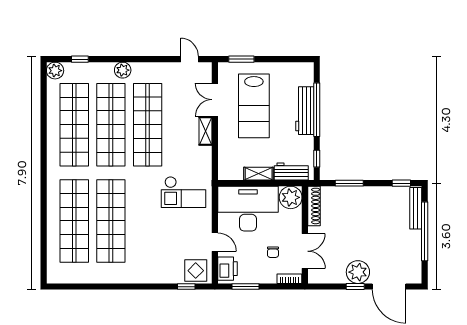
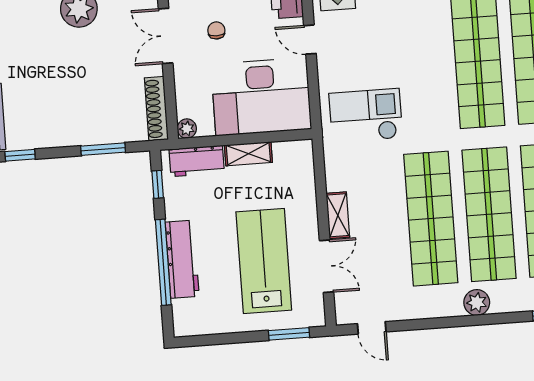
plant: (291, 197) -> (187, 129), width x0.53, depth x0.53

